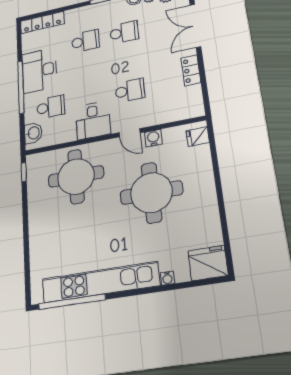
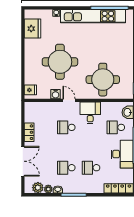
fridge: (208, 263) -> (33, 29), moved, turned -90

